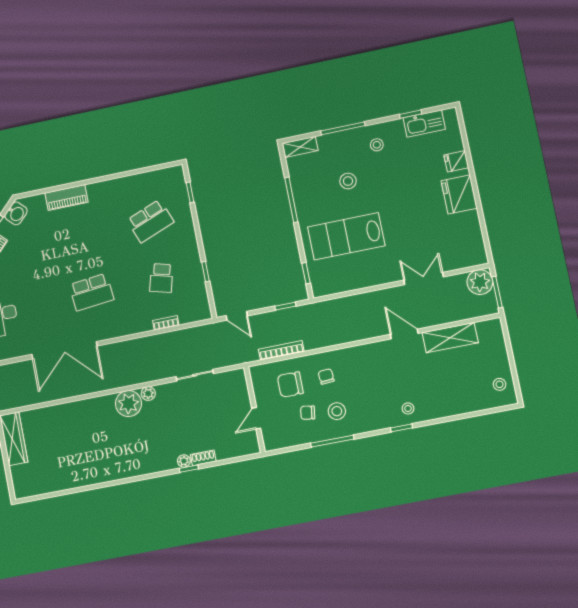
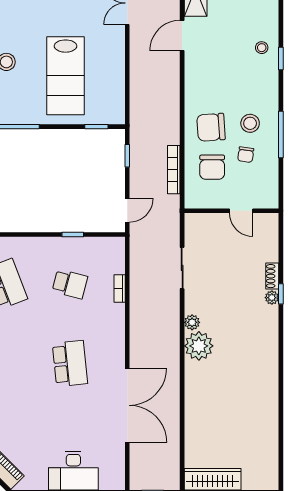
chair: (326, 376) -> (211, 127), width x1.87, depth x1.87

